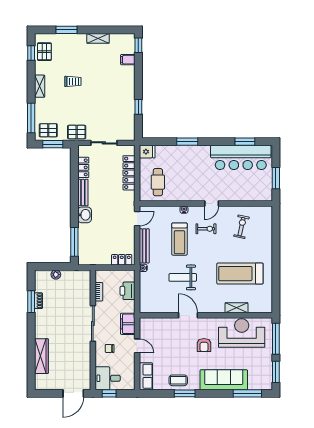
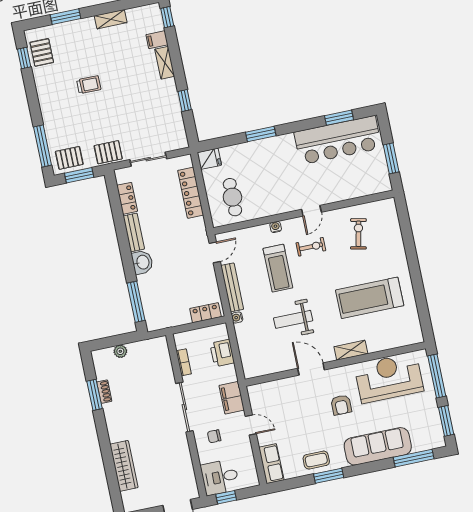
shelving: (40, 86) -> (165, 63), moved
shelving: (236, 308) -> (351, 350), moved

